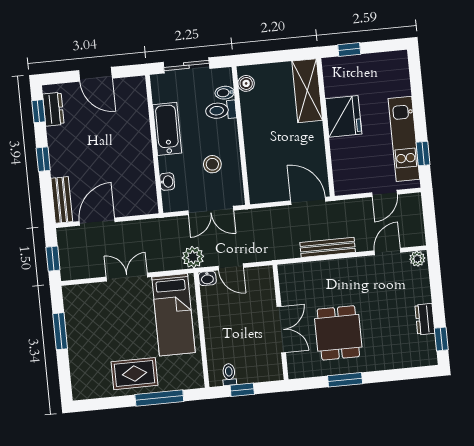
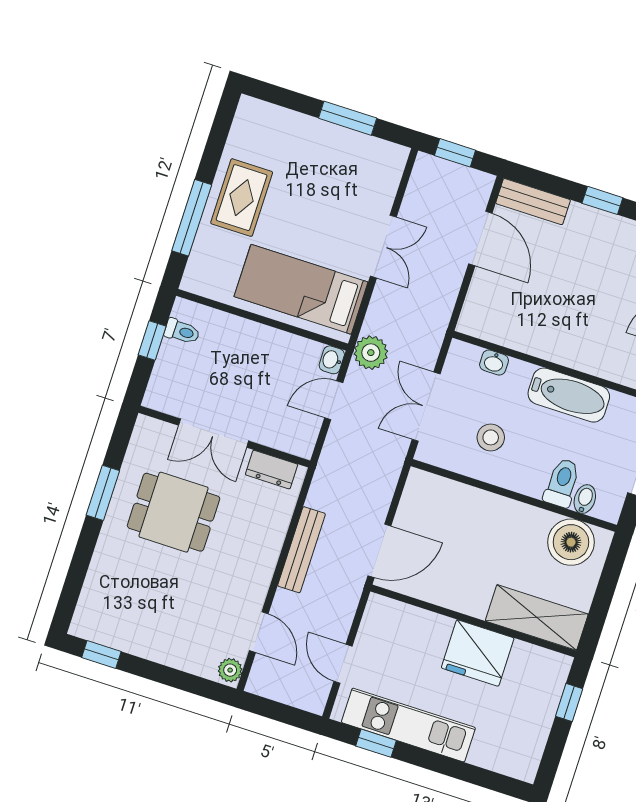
boiler: (246, 83) -> (571, 542), width x1.86, depth x1.86
dresser: (425, 319) -> (272, 470), moved, turned 180

